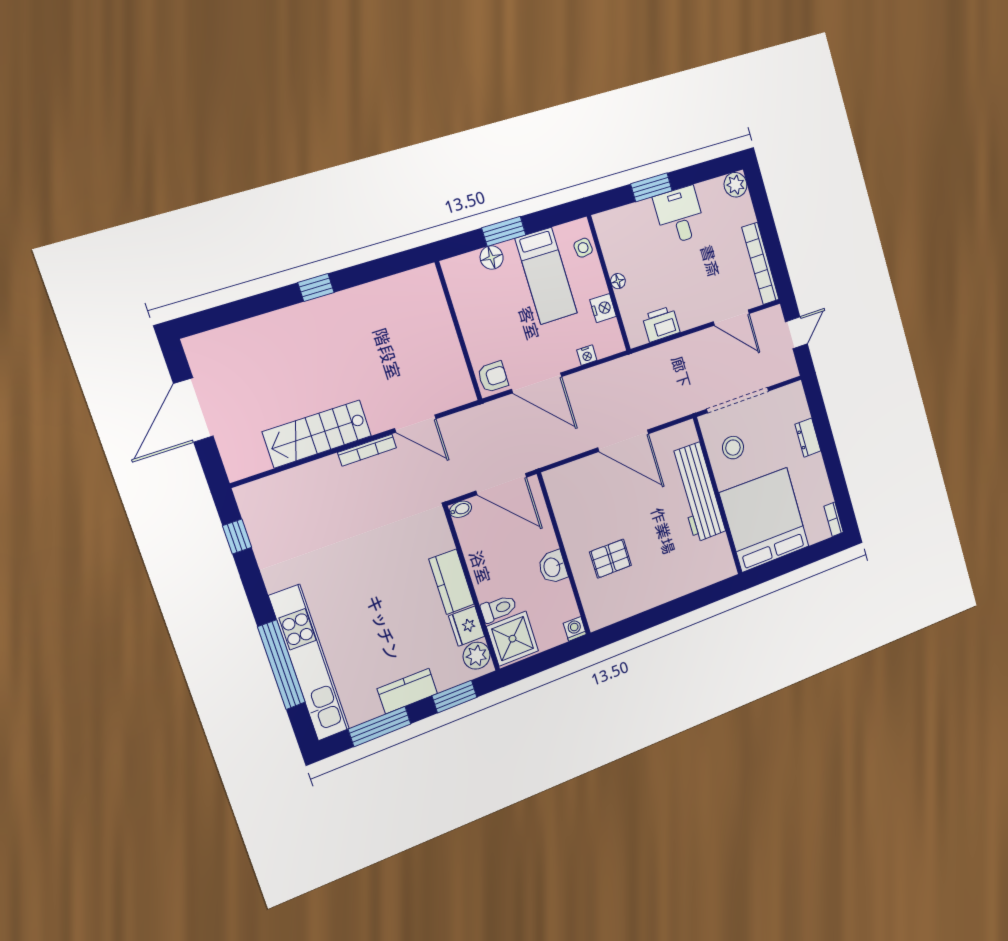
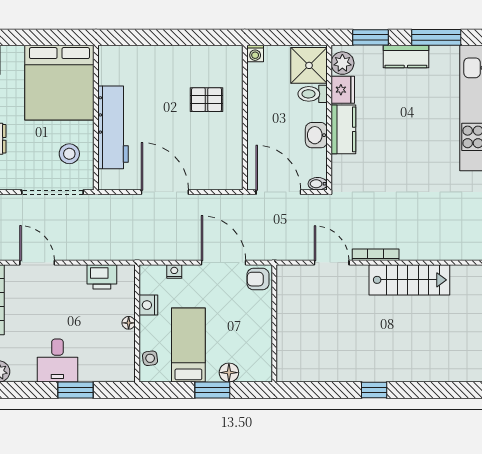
washbasin: (553, 567) -> (316, 135), moved, turned 180

